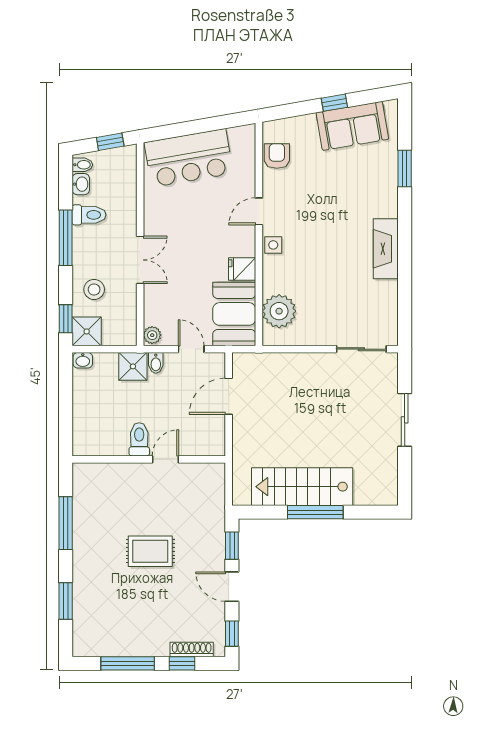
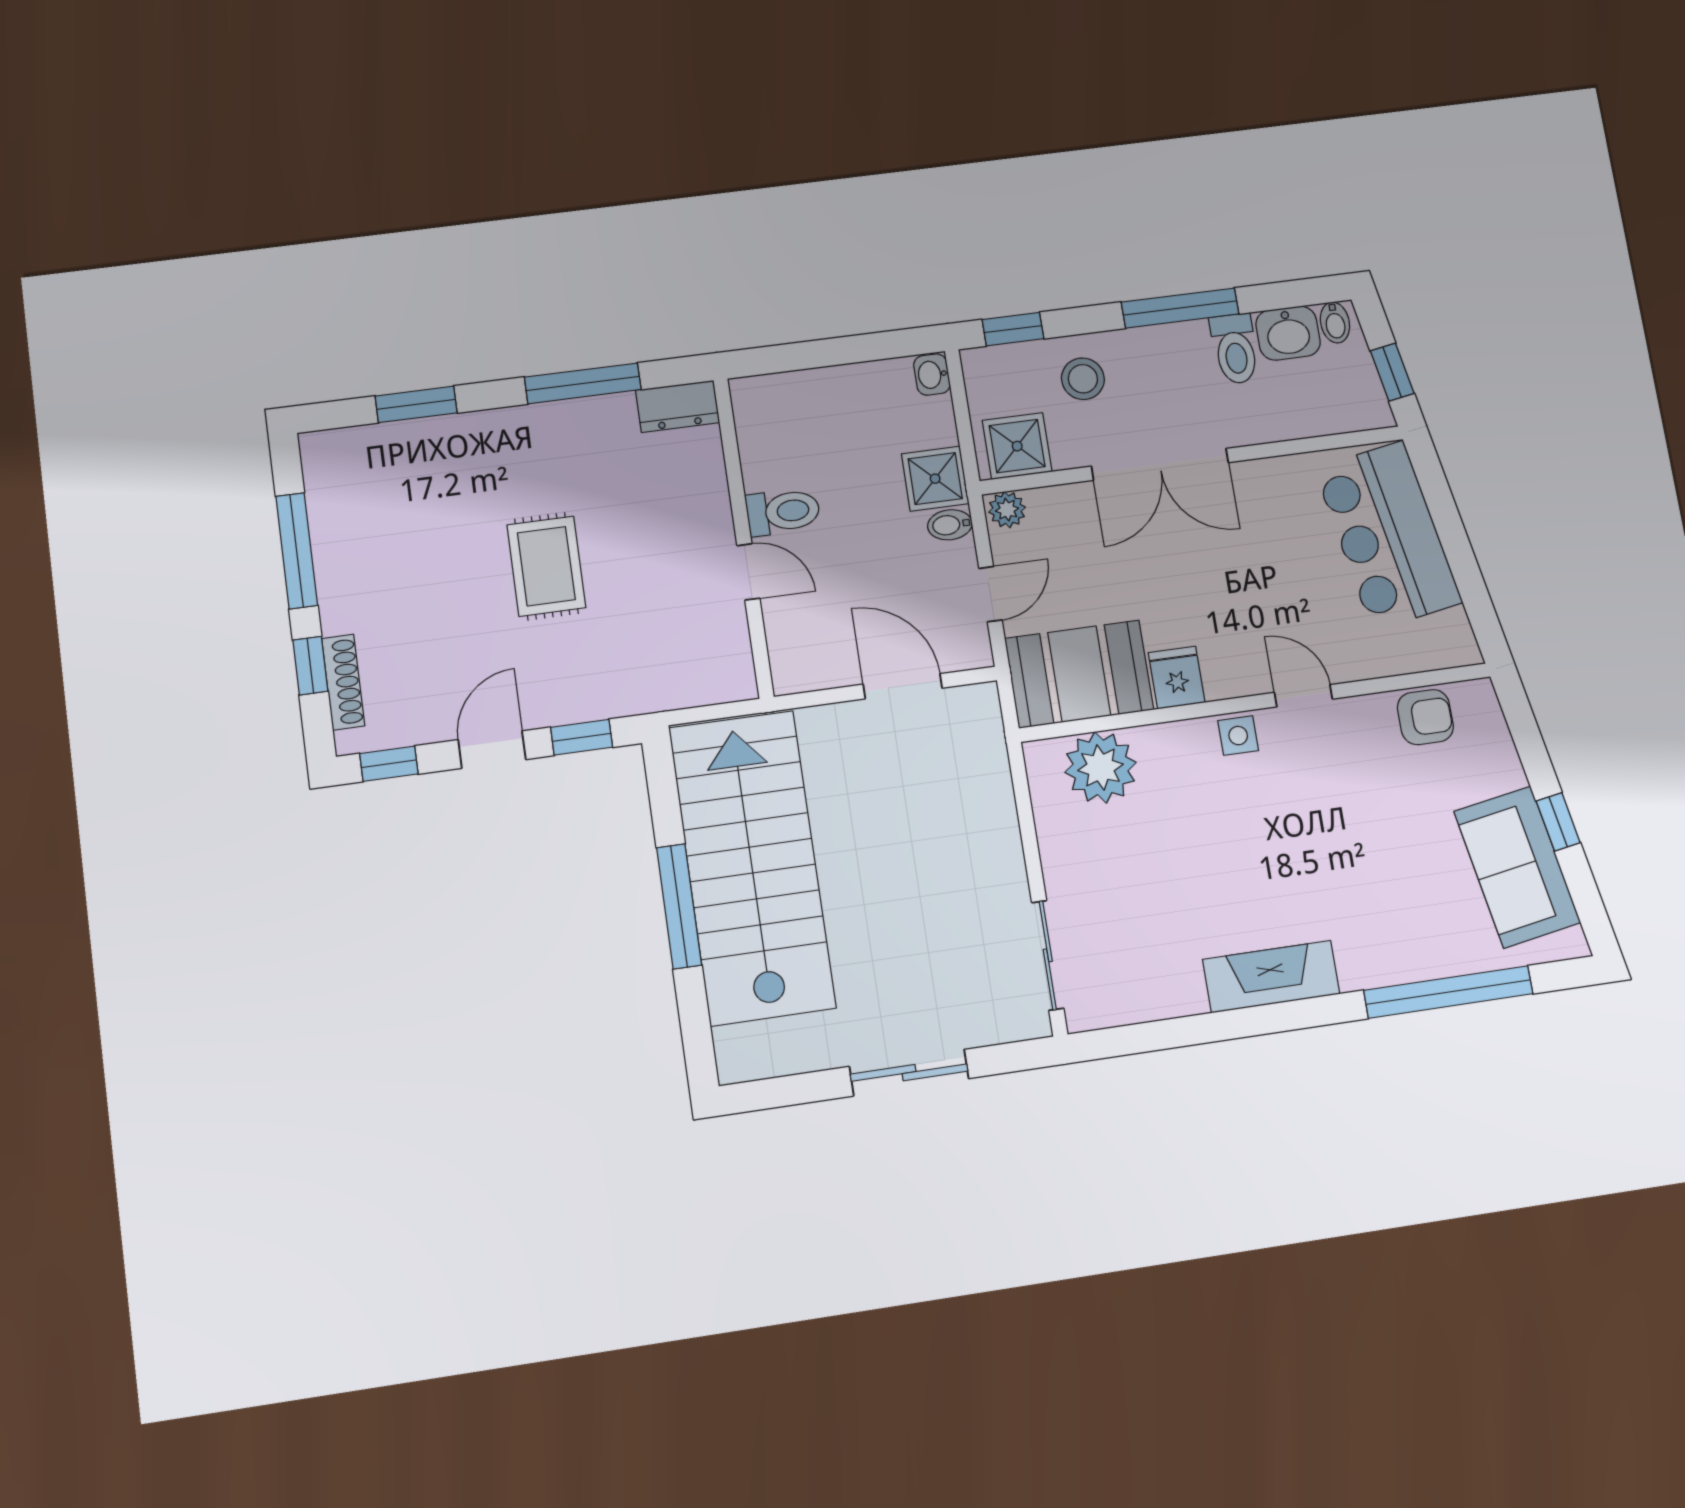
window: (405, 169) -> (1448, 992), width x2.11
washbasin: (81, 184) -> (1288, 333), width x1.38, depth x1.45
double door: (140, 260) -> (1160, 464), width x1.37
shower: (87, 331) -> (1017, 446), moved
dresser: (83, 481) -> (678, 406), added
stairs: (302, 487) -> (752, 867), width x1.36, depth x1.51

